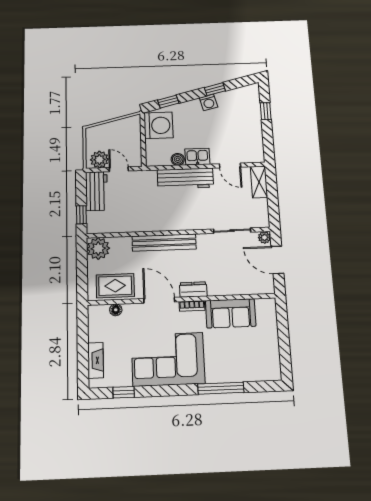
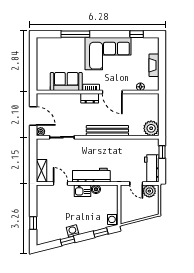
washing machine: (159, 125) -> (113, 219), width x0.53, depth x0.53
rug: (115, 286) -> (140, 103), removed
fireplace: (96, 360) -> (154, 65), moved

